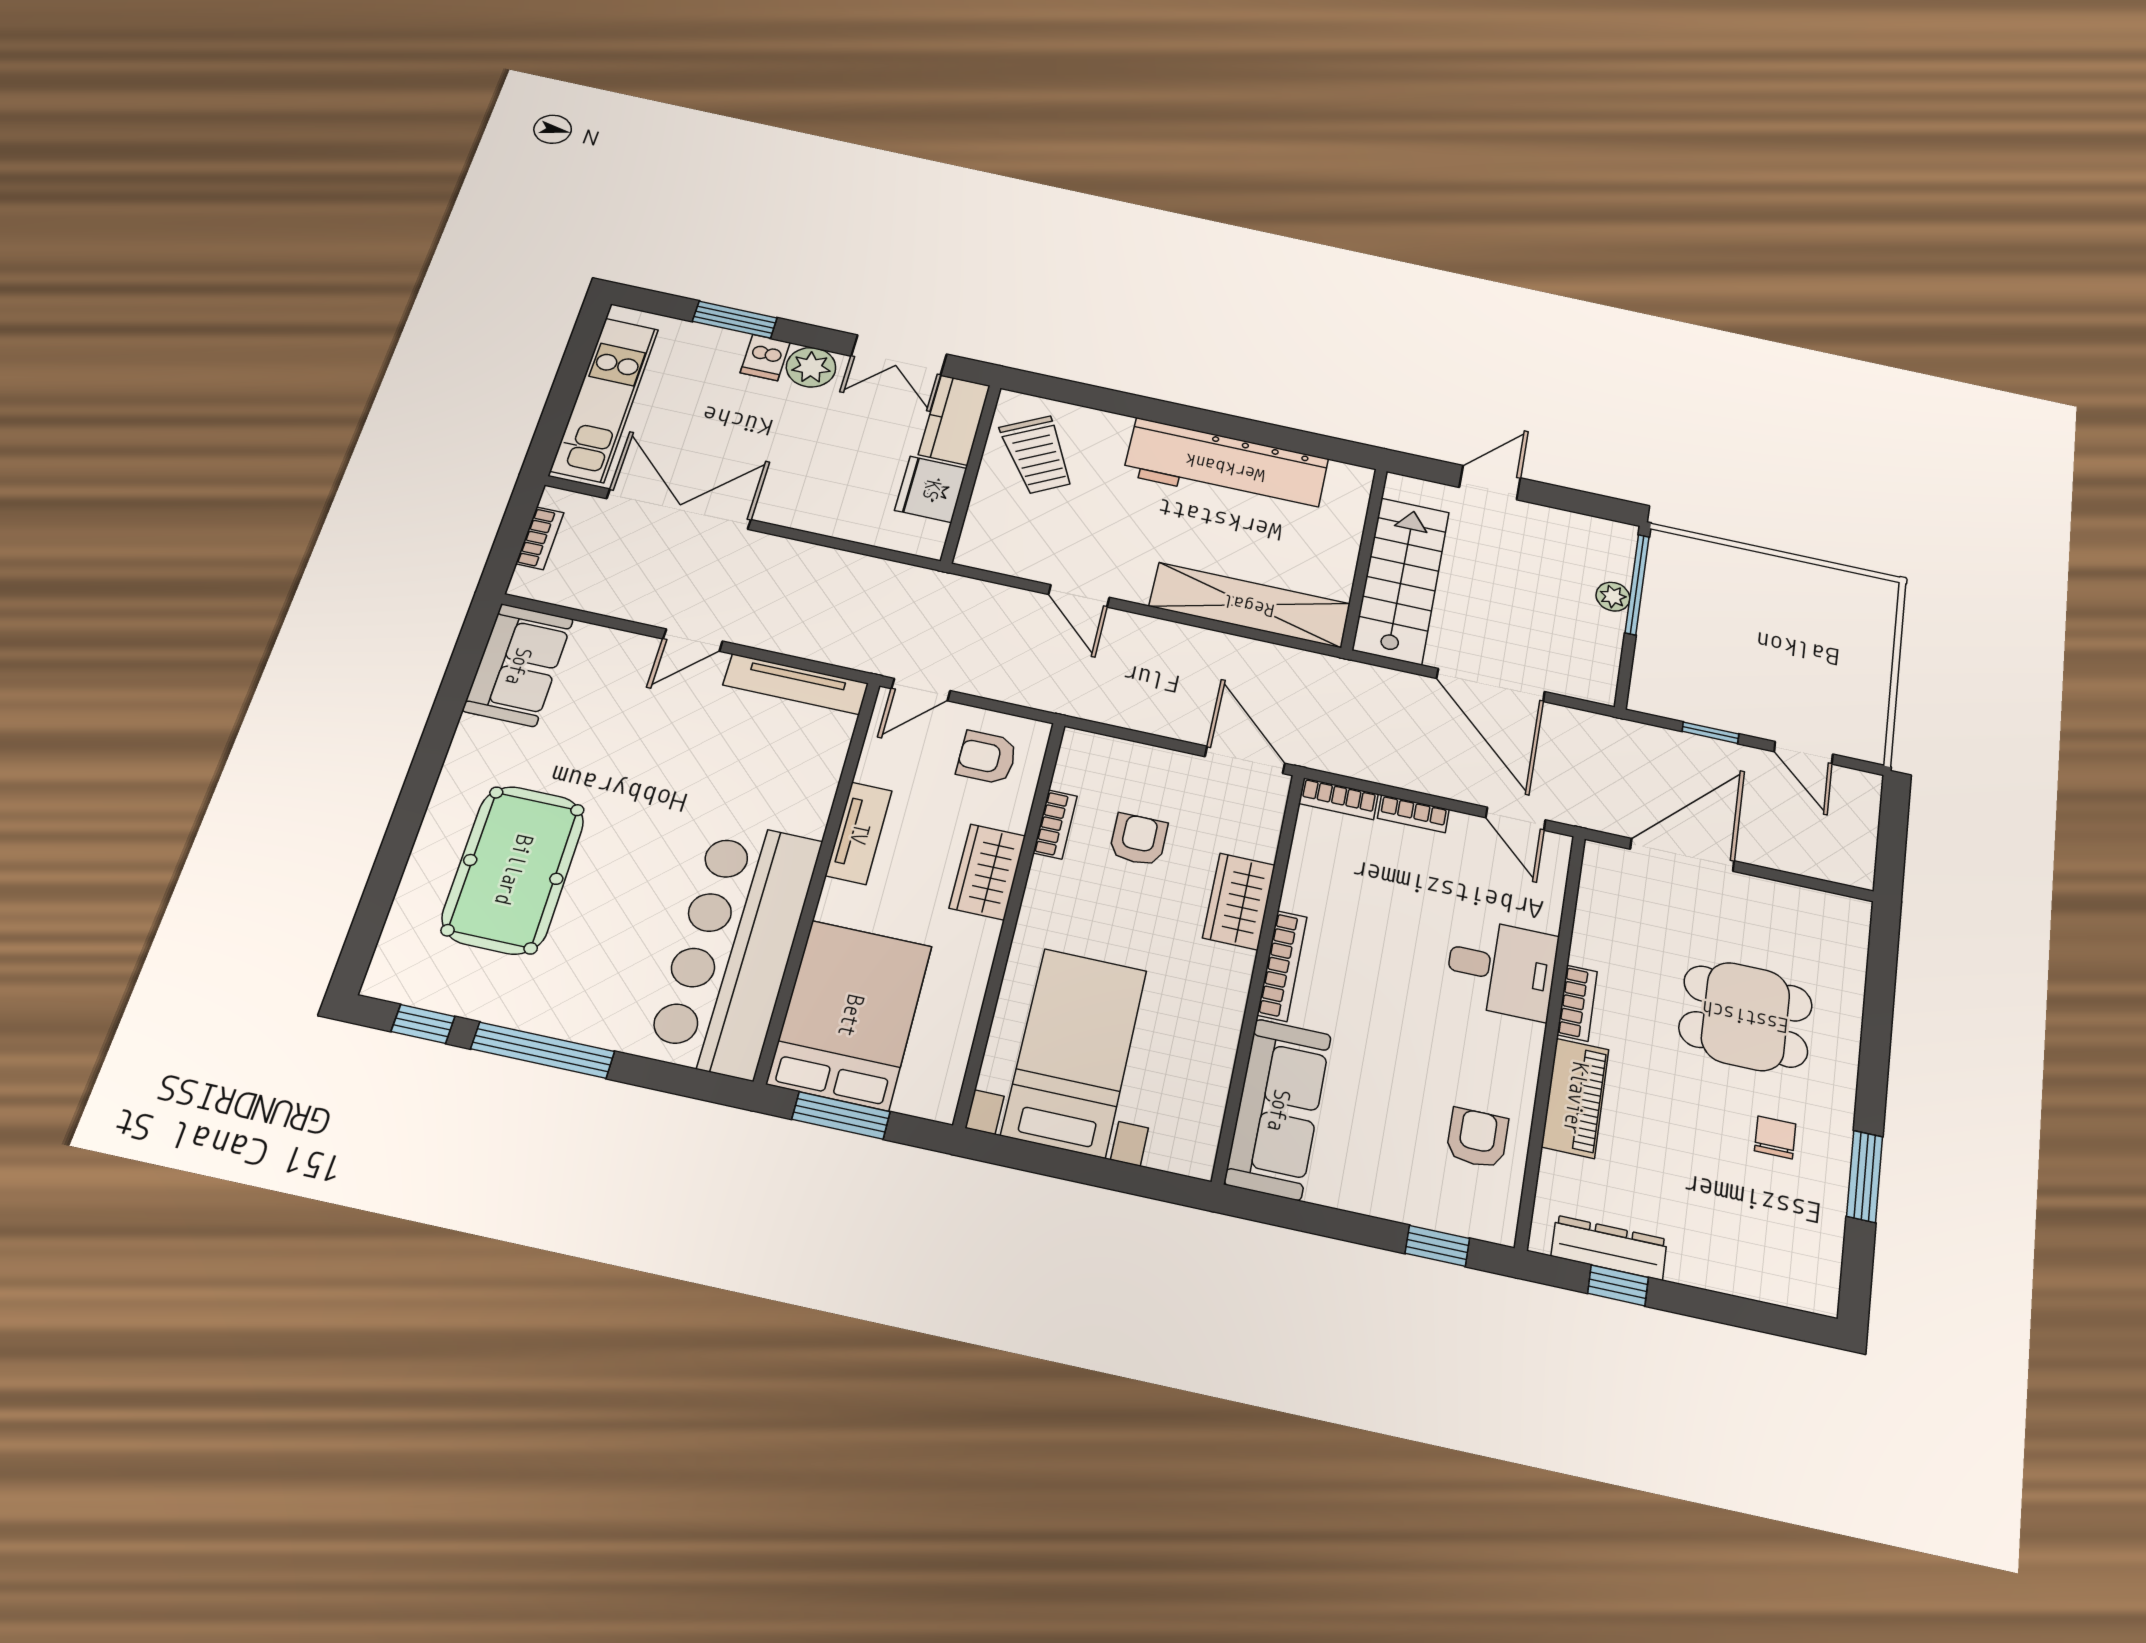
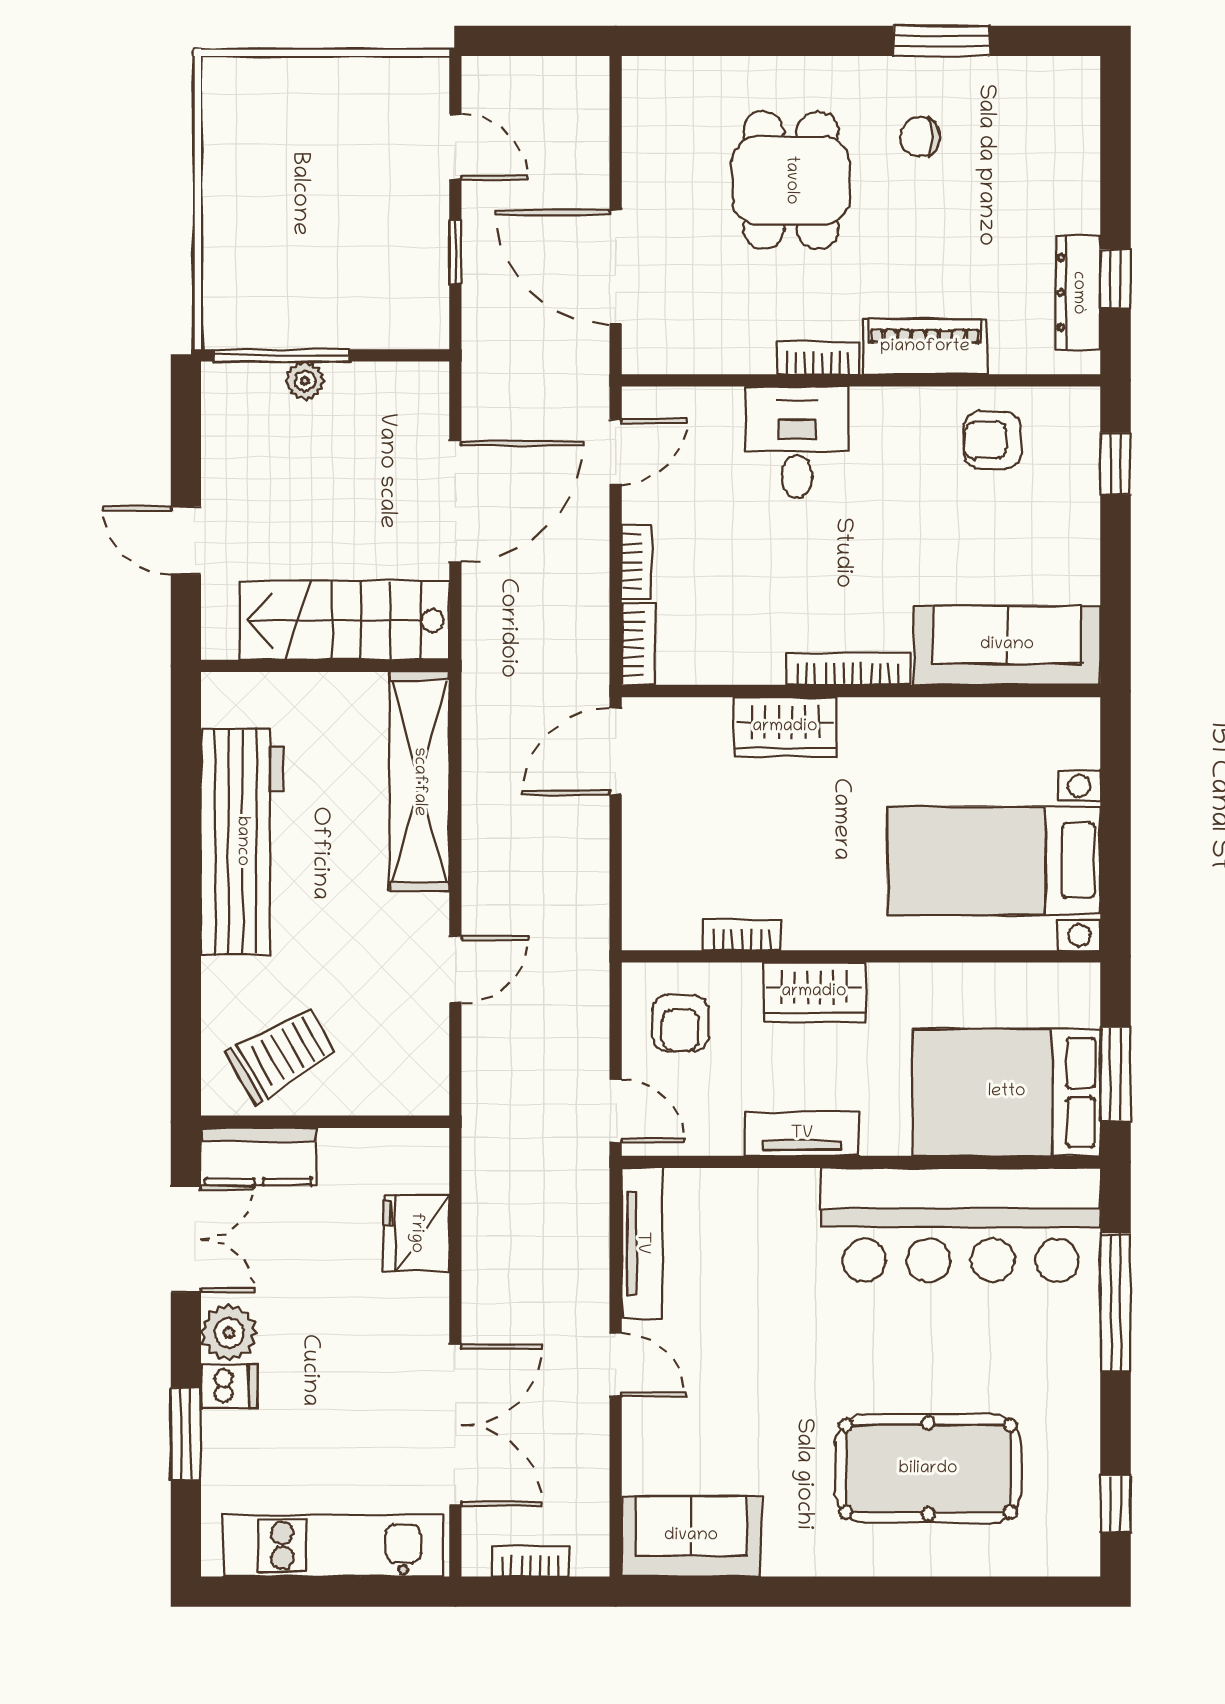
fridge: (931, 489) -> (416, 1233), moved, turned 90
double door: (679, 509) -> (455, 1425), swing flipped
door: (1803, 753) -> (455, 147), hinge flipped
armchair: (1138, 840) -> (739, 845), removed
window: (543, 1050) -> (1116, 1303), moved

